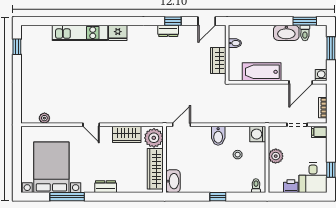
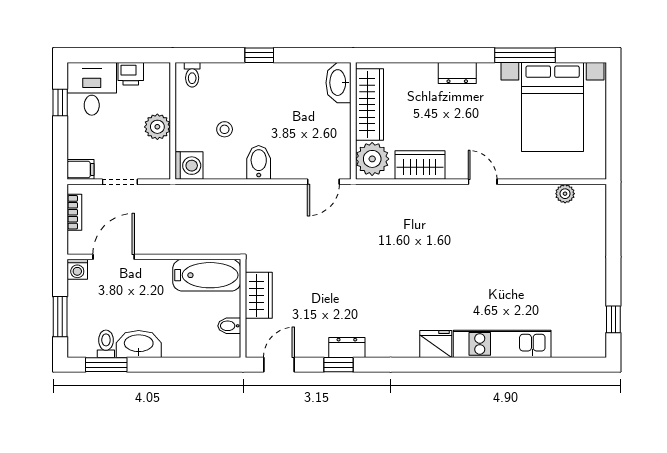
bathtub: (262, 72) -> (207, 275), moved

